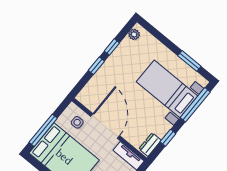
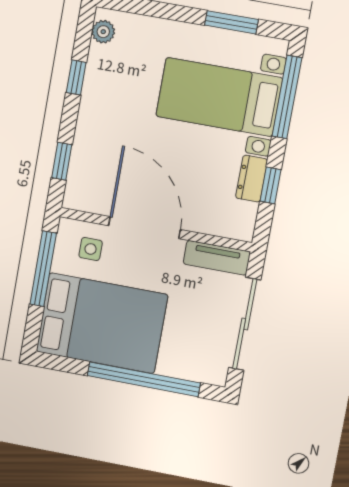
window: (96, 66) -> (62, 161), moved
window: (43, 130) -> (43, 269), moved
dresser: (150, 145) -> (252, 179), moved

